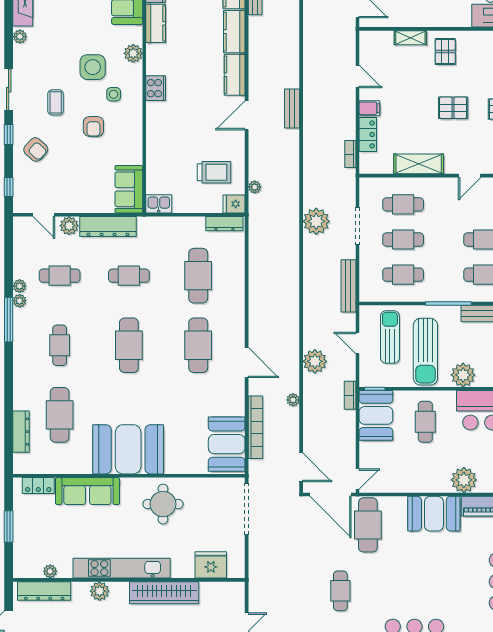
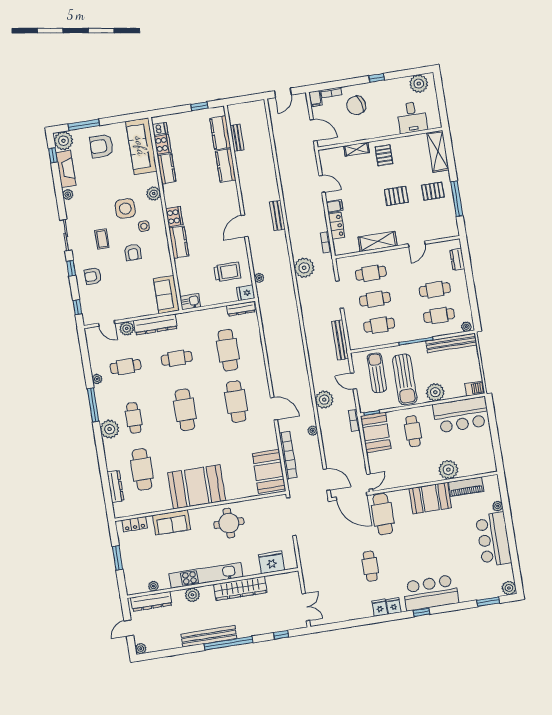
kitchen counter: (235, 75) -> (179, 242), moved, turned 180
armchair: (36, 149) -> (93, 276), turned 137
plant: (316, 221) -> (304, 268), moved
plant: (20, 301) -> (110, 429), moved, width x1.88, depth x1.88
sofa: (87, 491) -> (172, 522), width x0.73

